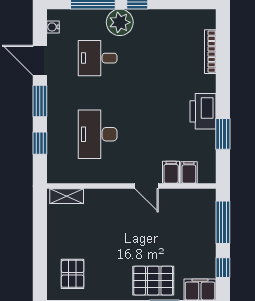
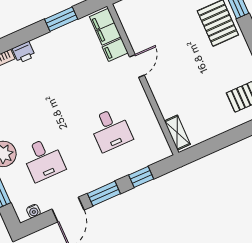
printer: (203, 111) -> (24, 52), moved, width x0.53, depth x0.68
desk: (98, 134) -> (111, 129), width x0.73
filing cabinet: (189, 172) -> (105, 27), width x2.00

